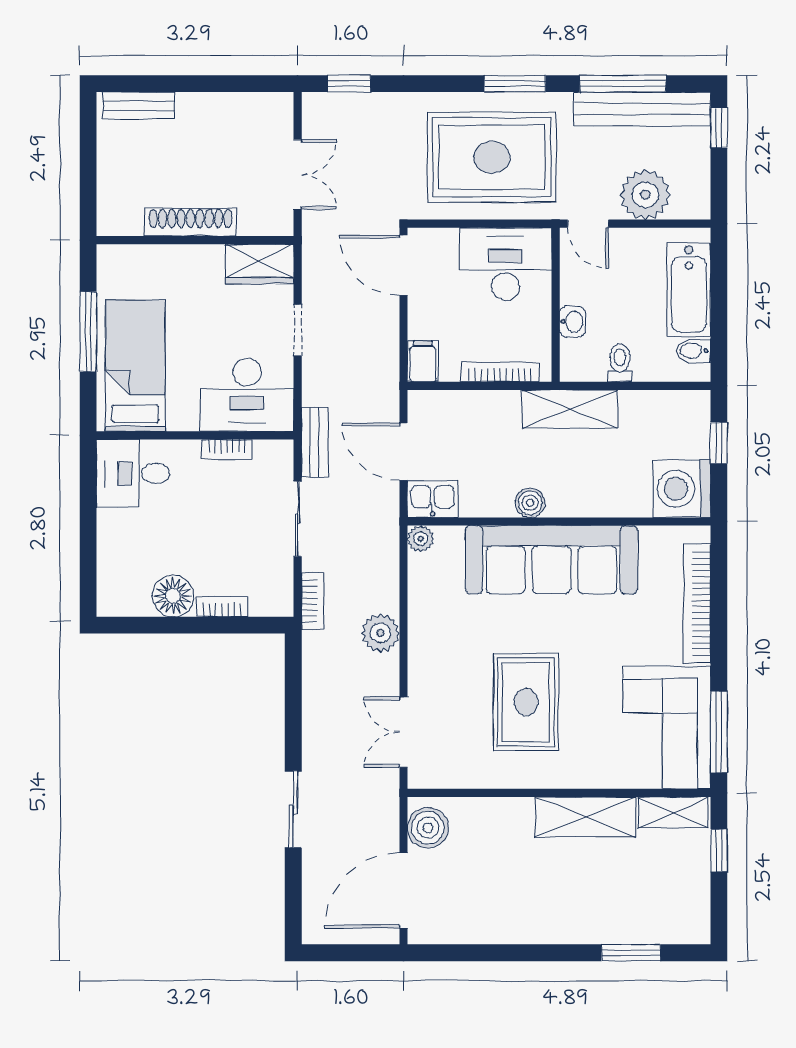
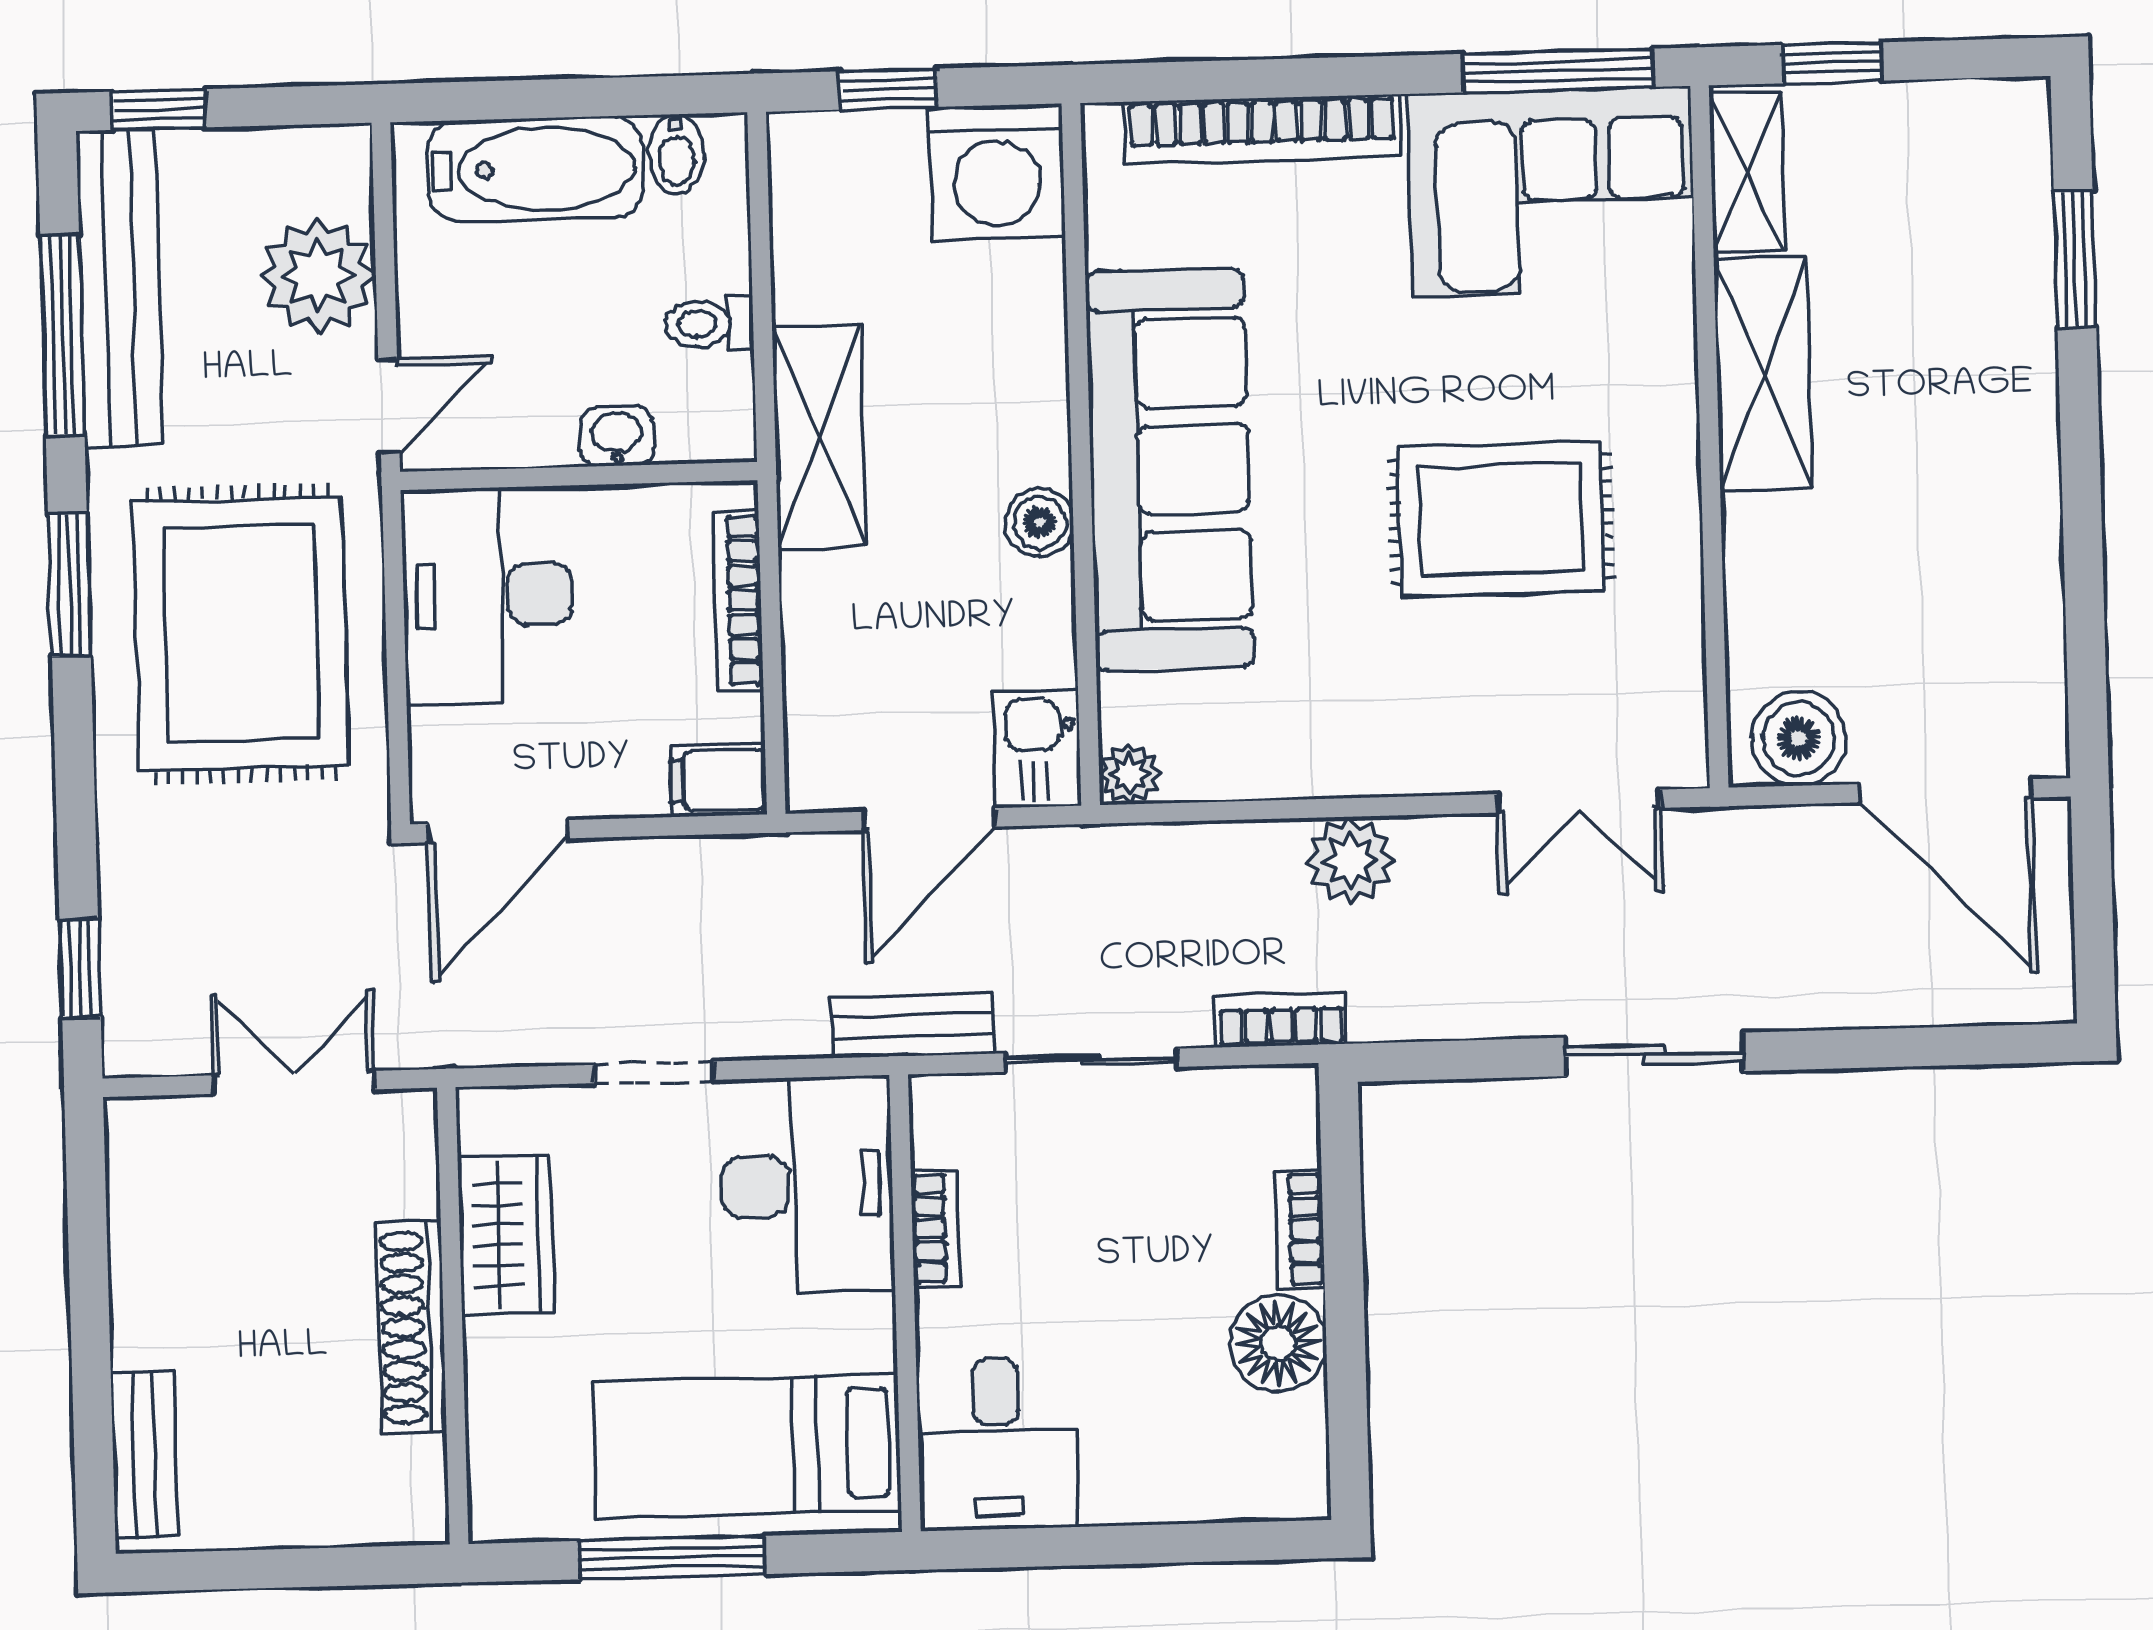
wardrobe: (259, 264) -> (506, 1235), moved
sliding door: (293, 809) -> (1655, 1054), moved

